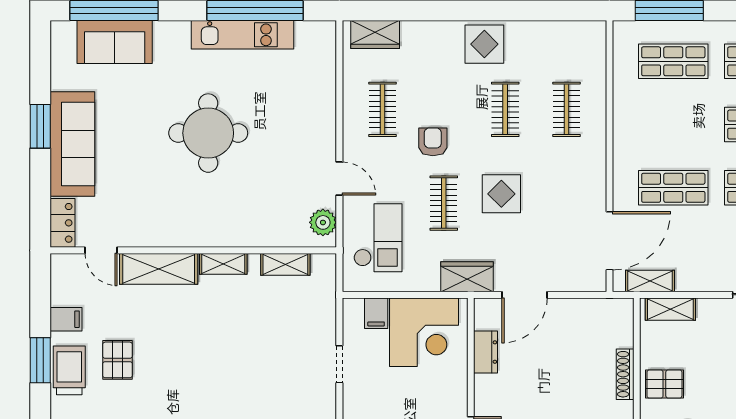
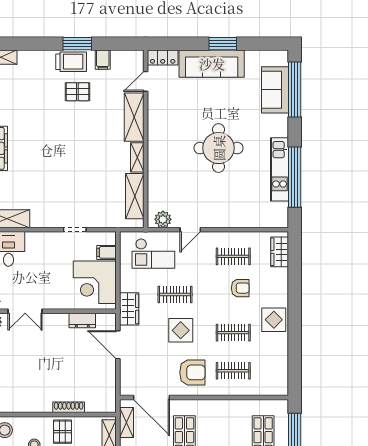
armchair: (433, 142) -> (240, 288), moved
armchair: (569, 175) -> (192, 372), added
shelving: (285, 264) -> (135, 196), width x1.50, depth x1.33

